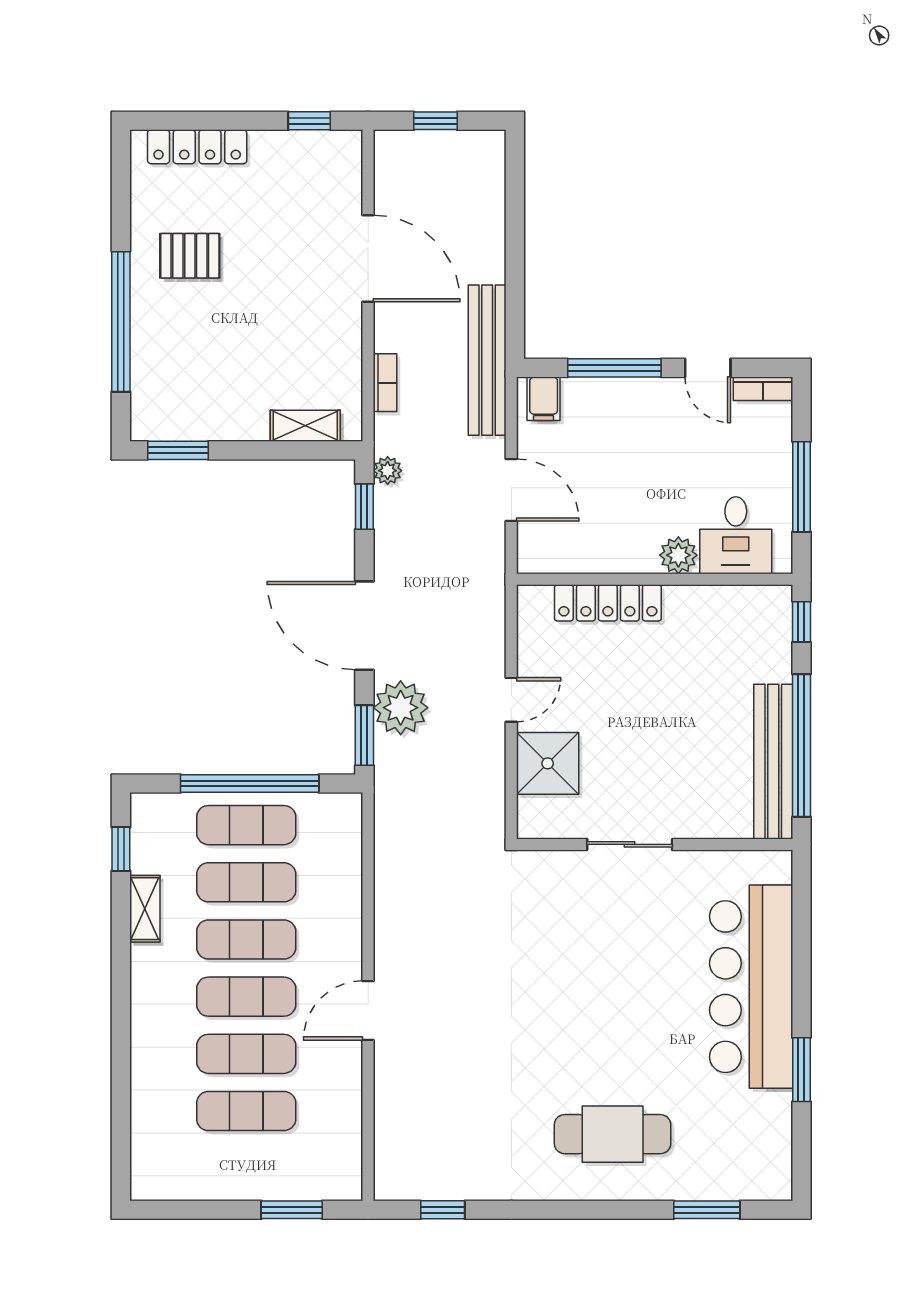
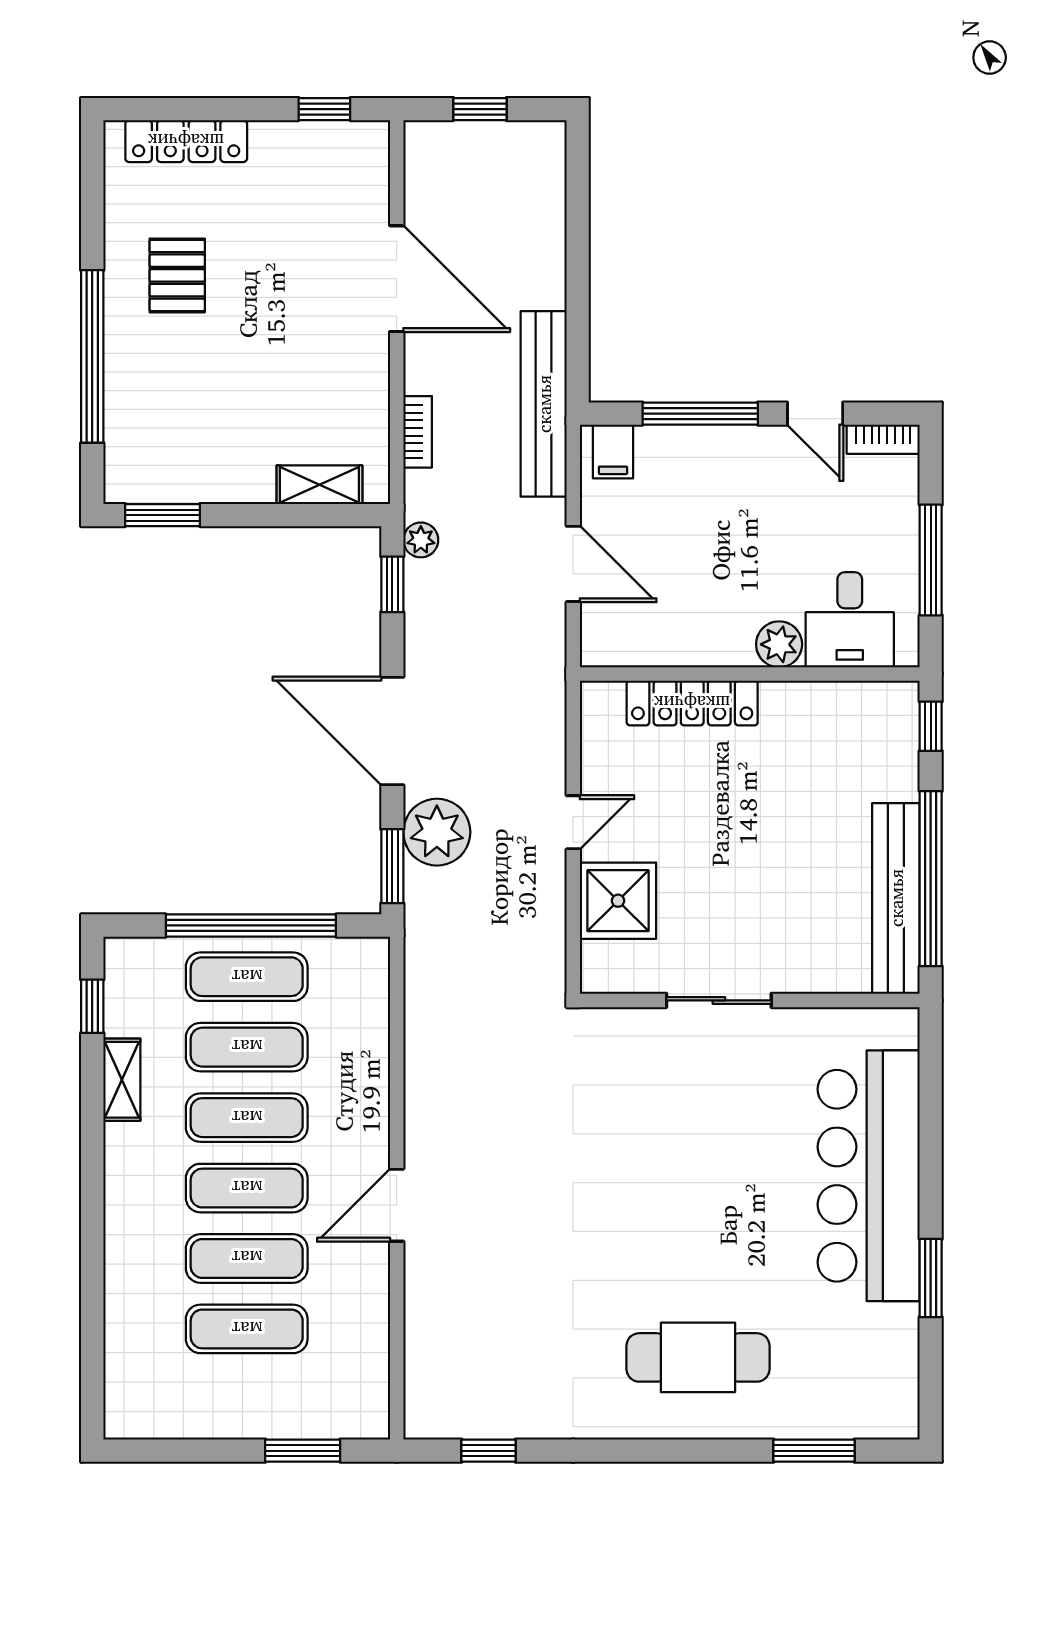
pallet: (190, 256) -> (177, 275), turned 90

